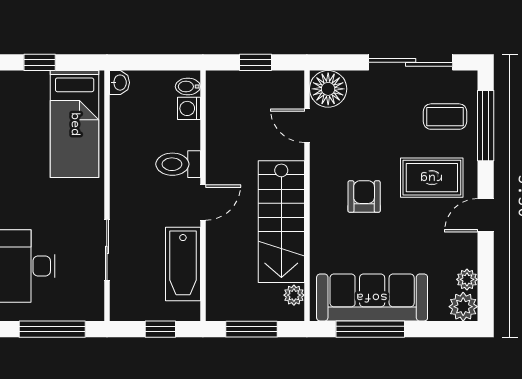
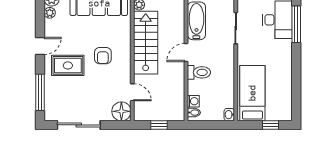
coffee table: (445, 117) -> (61, 97), removed

